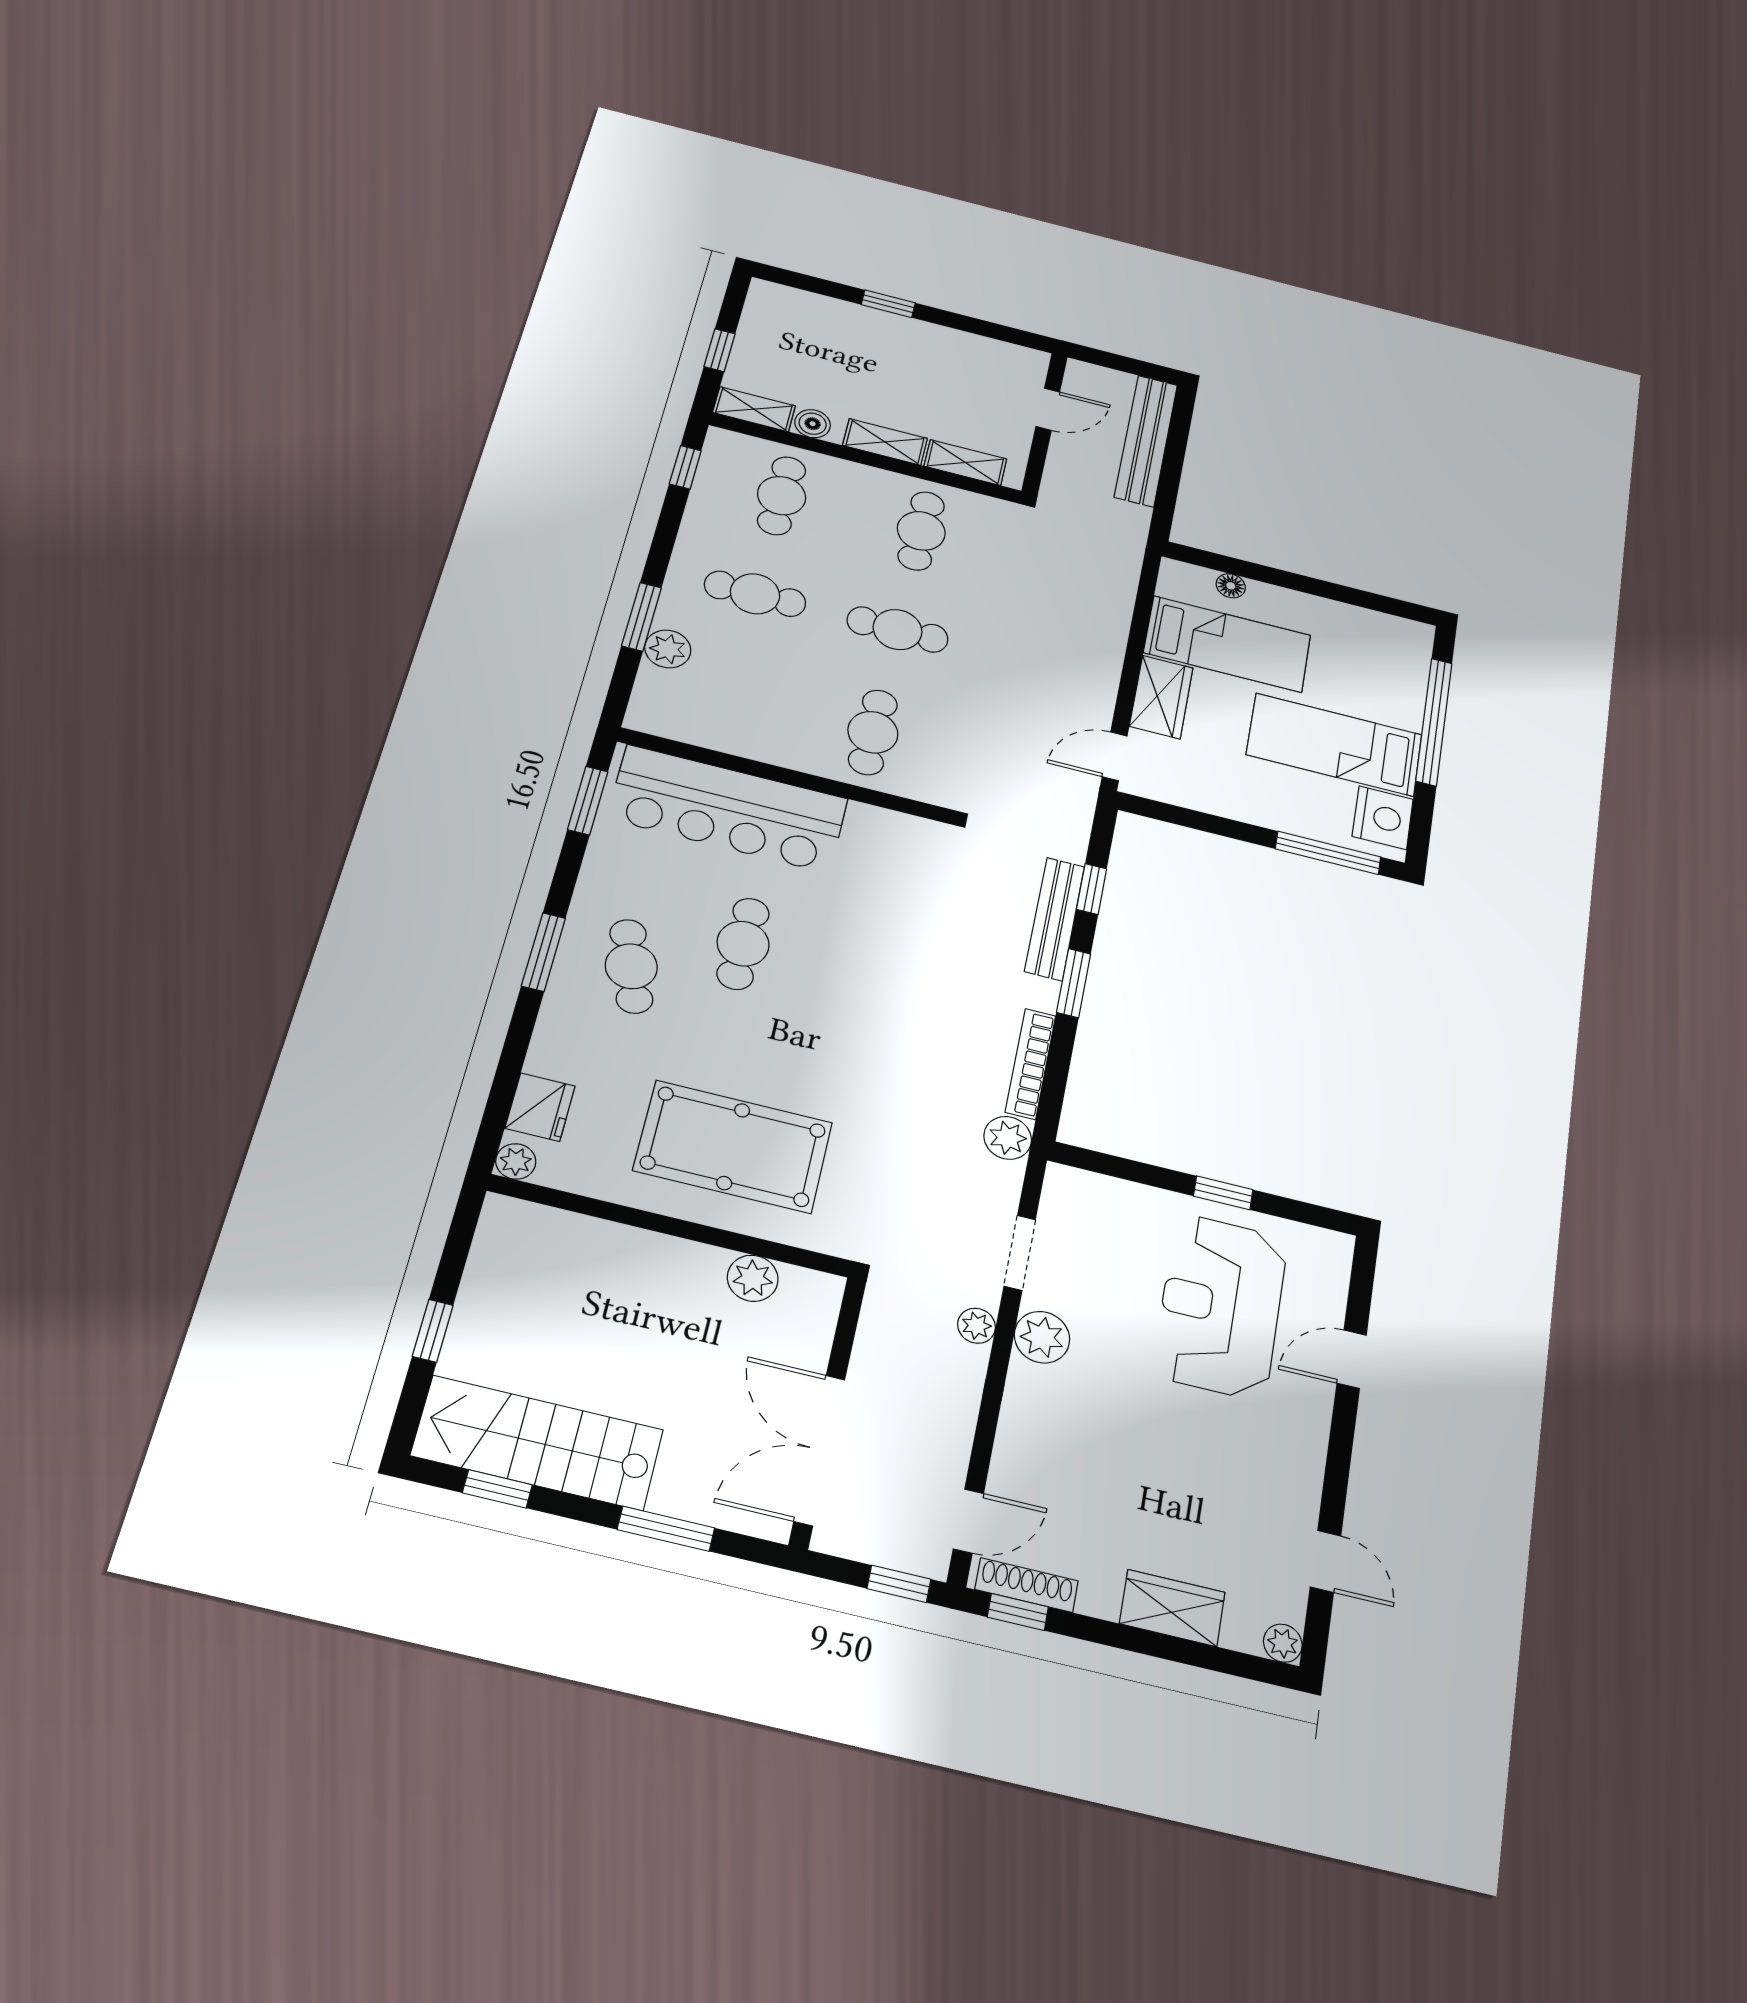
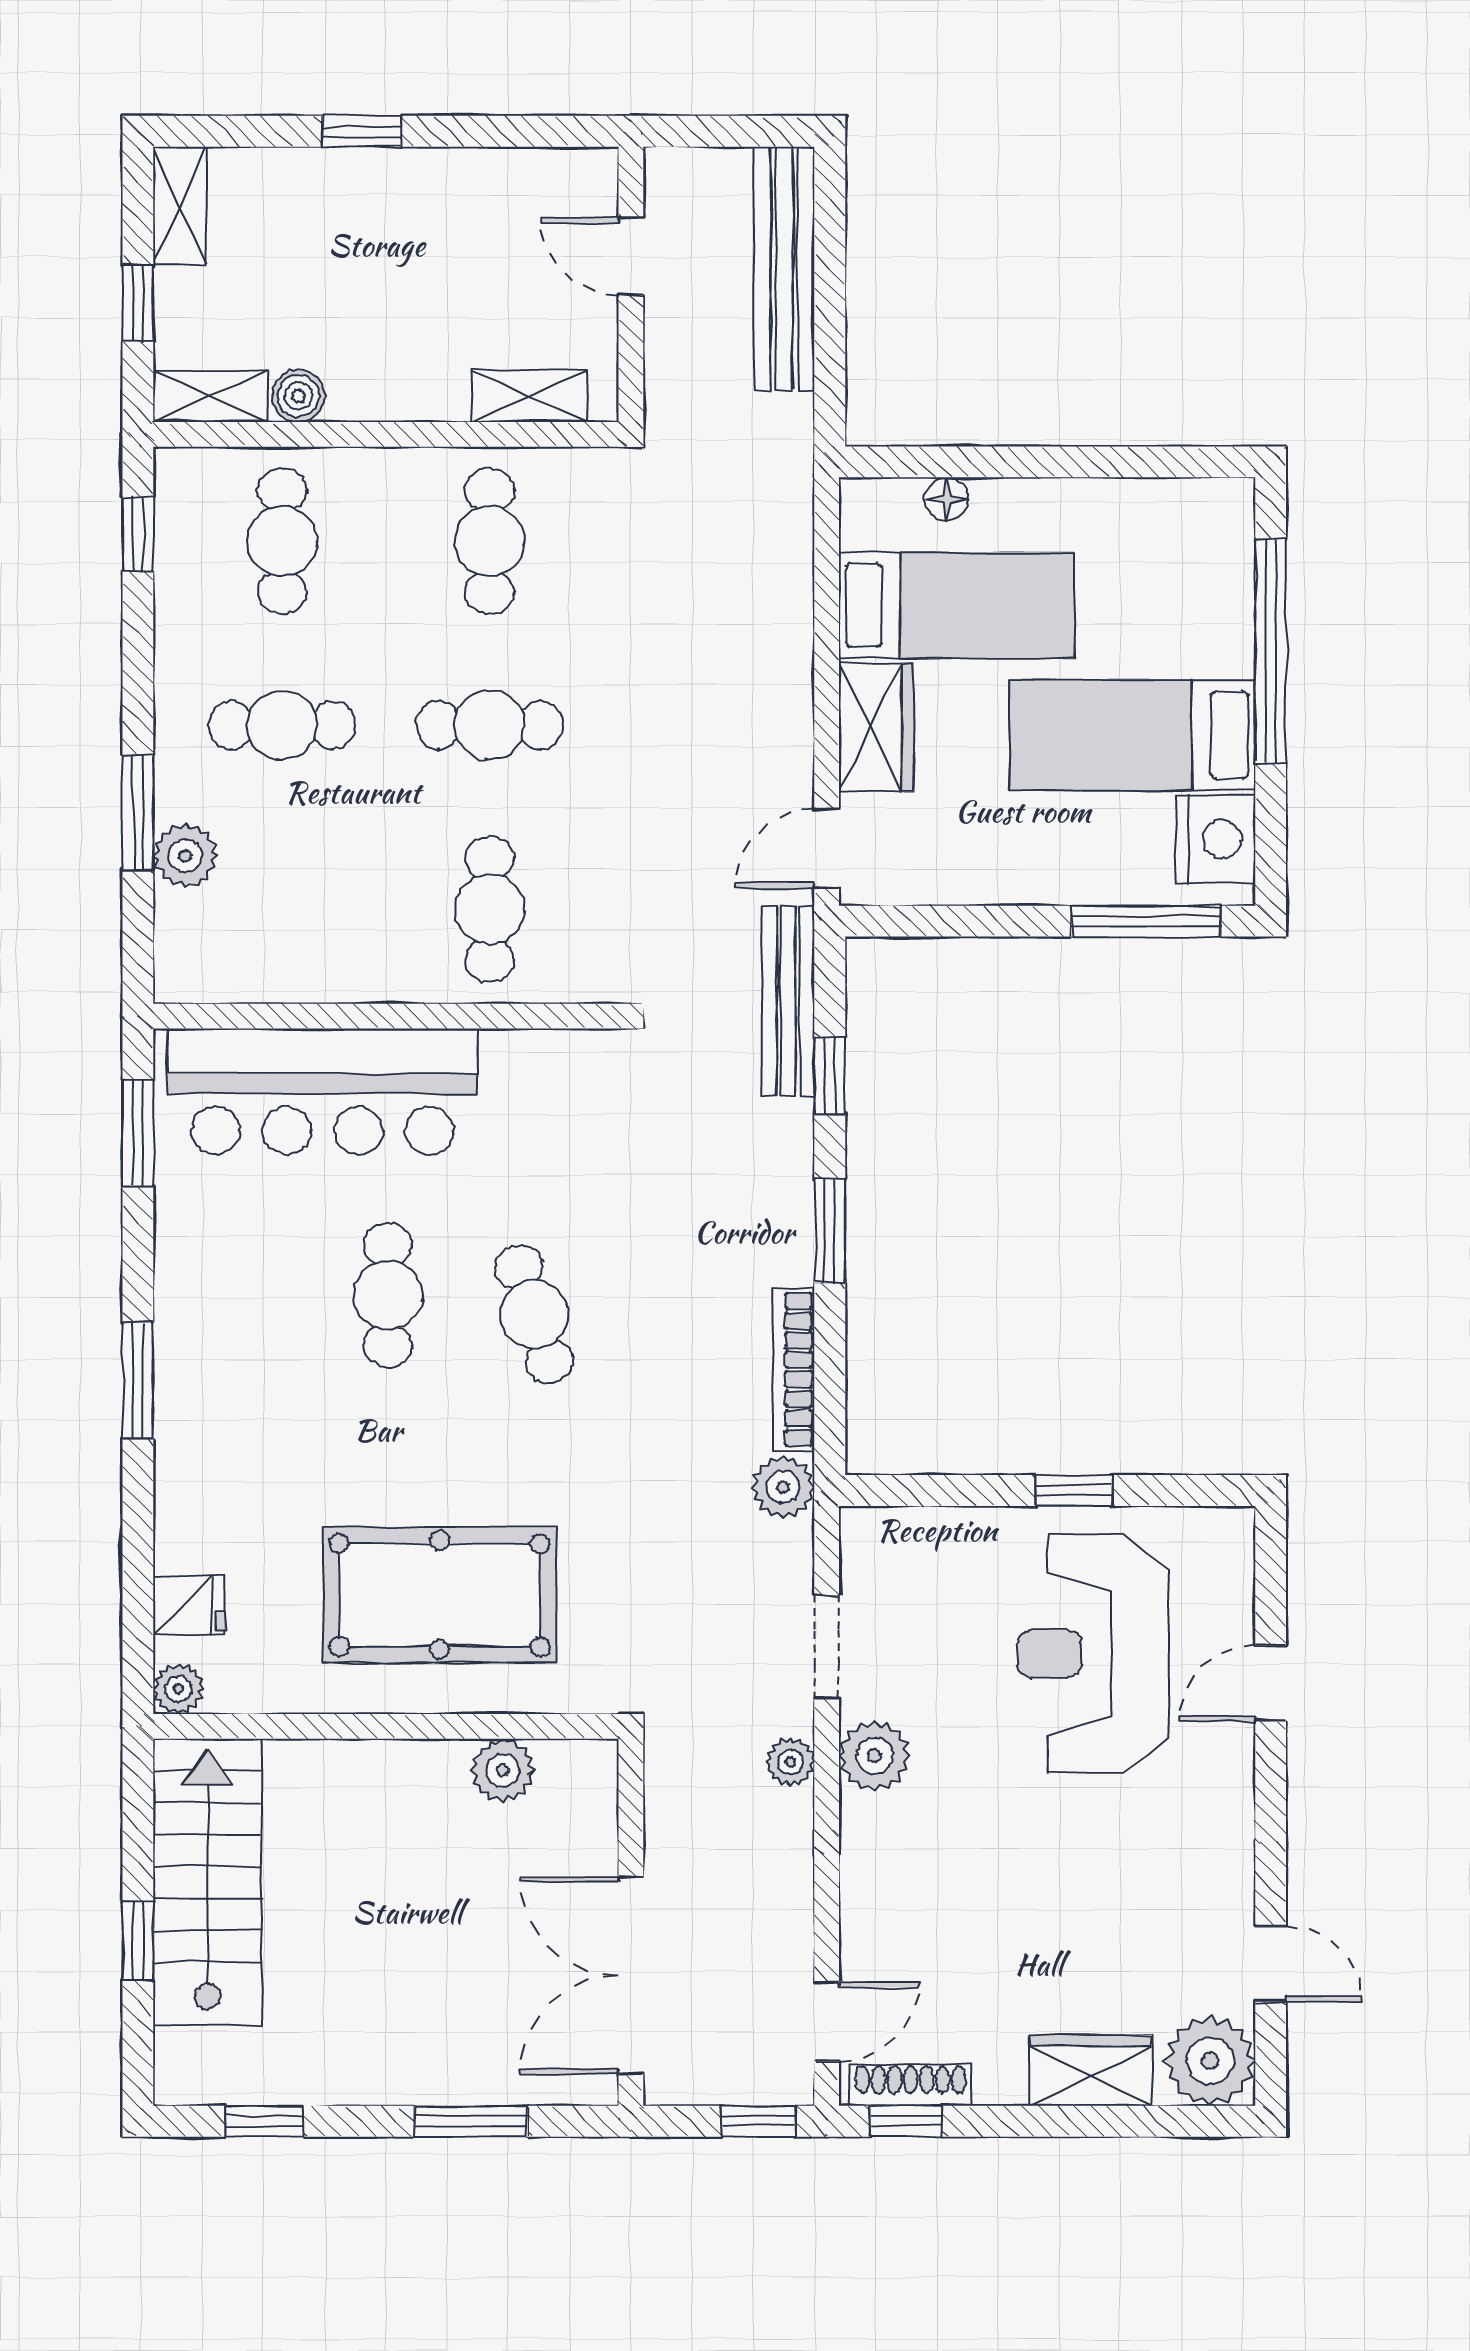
door: (1048, 409) -> (631, 256), swing flipped
shelving: (885, 442) -> (180, 206), moved, turned 90
bench: (1055, 919) -> (788, 1001), moved
cafe table: (631, 966) -> (534, 1314), moved
fridge: (540, 1107) -> (189, 1605), width x0.72
stairs: (537, 1443) -> (207, 1882), moved, turned 90
plant: (1283, 1643) -> (1210, 2061), width x1.87, depth x1.87

